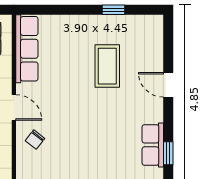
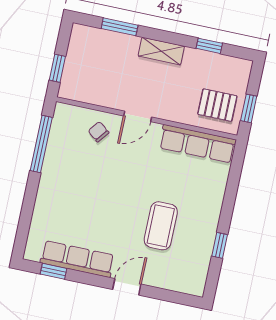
coffee table: (107, 66) -> (161, 226), turned 90
row of seats: (153, 145) -> (77, 259), width x1.48

